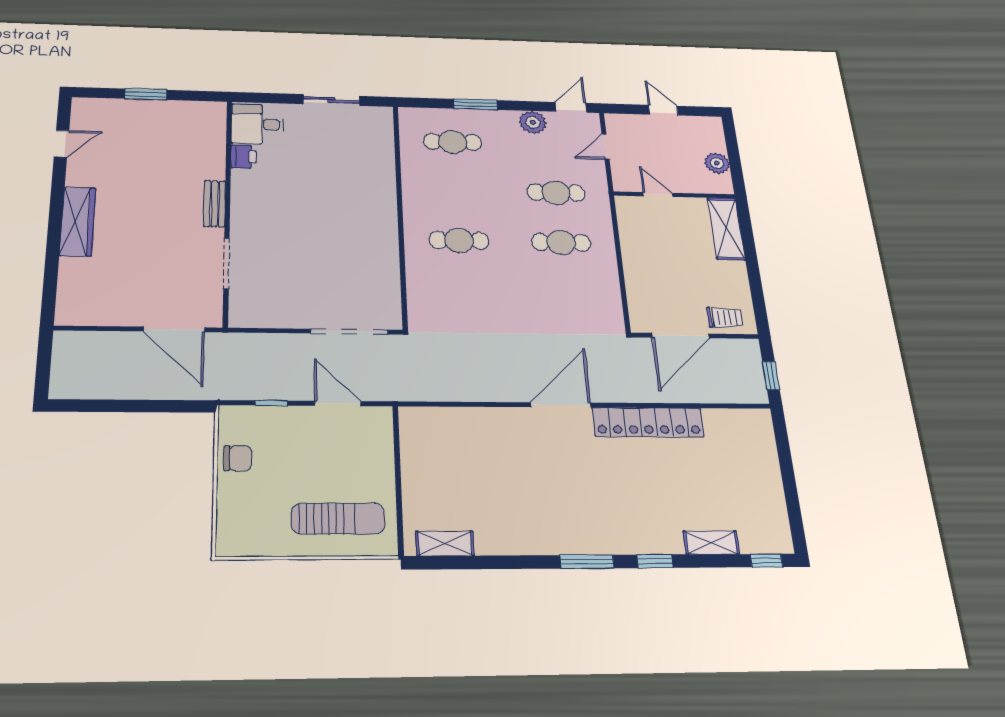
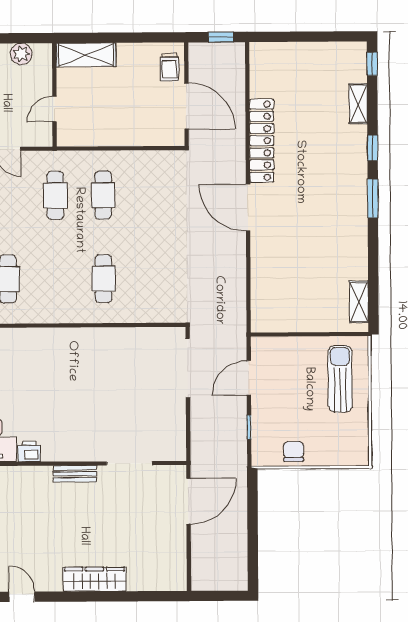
trolley: (725, 318) -> (169, 67), turned 180

